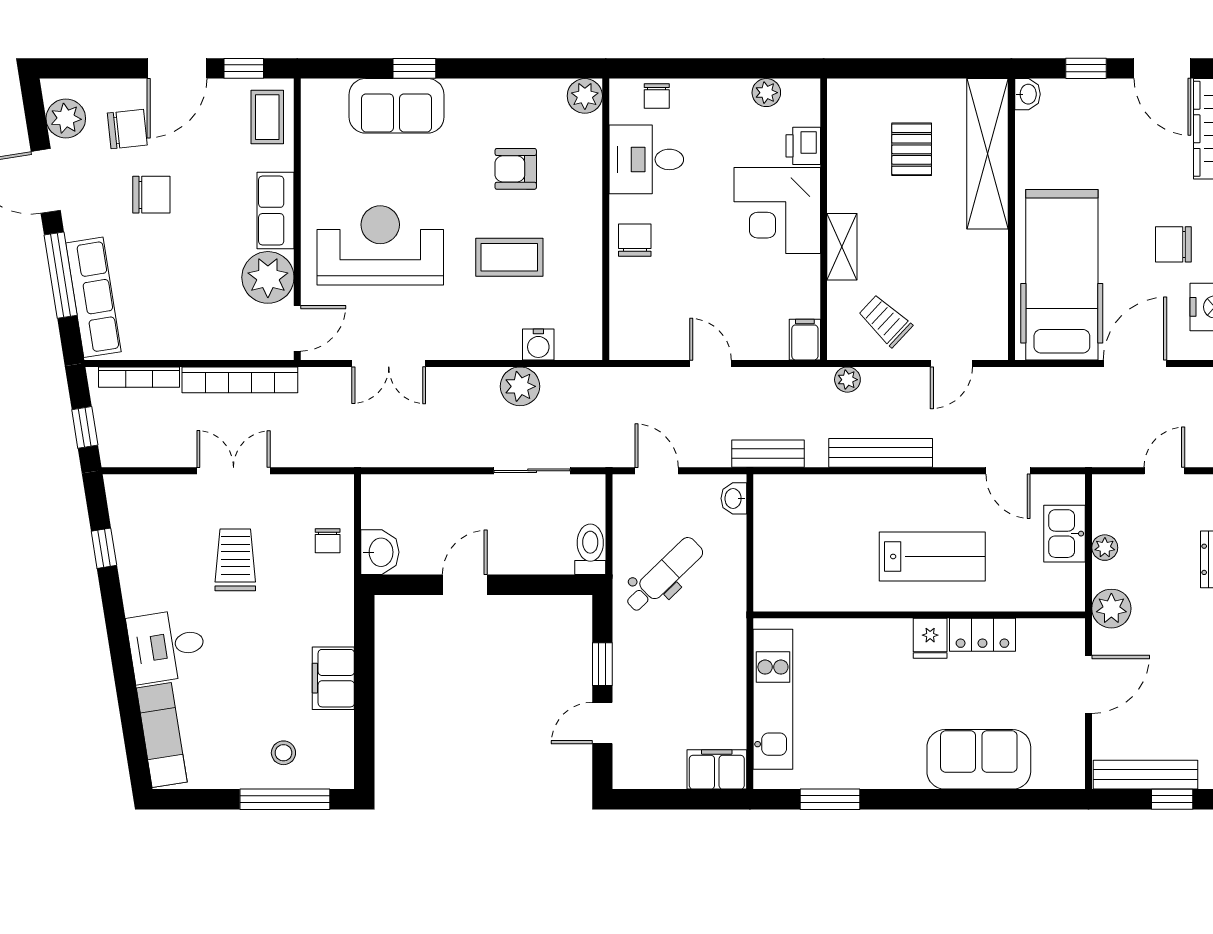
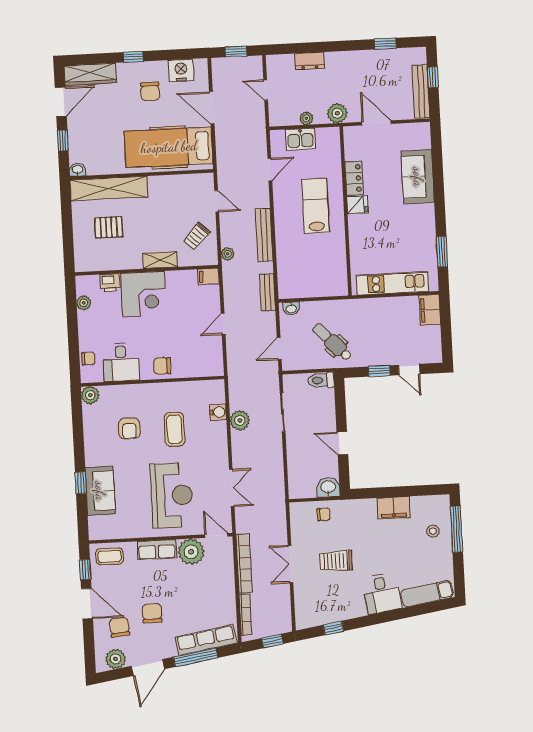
reception desk: (380, 245) -> (172, 495), turned 180

